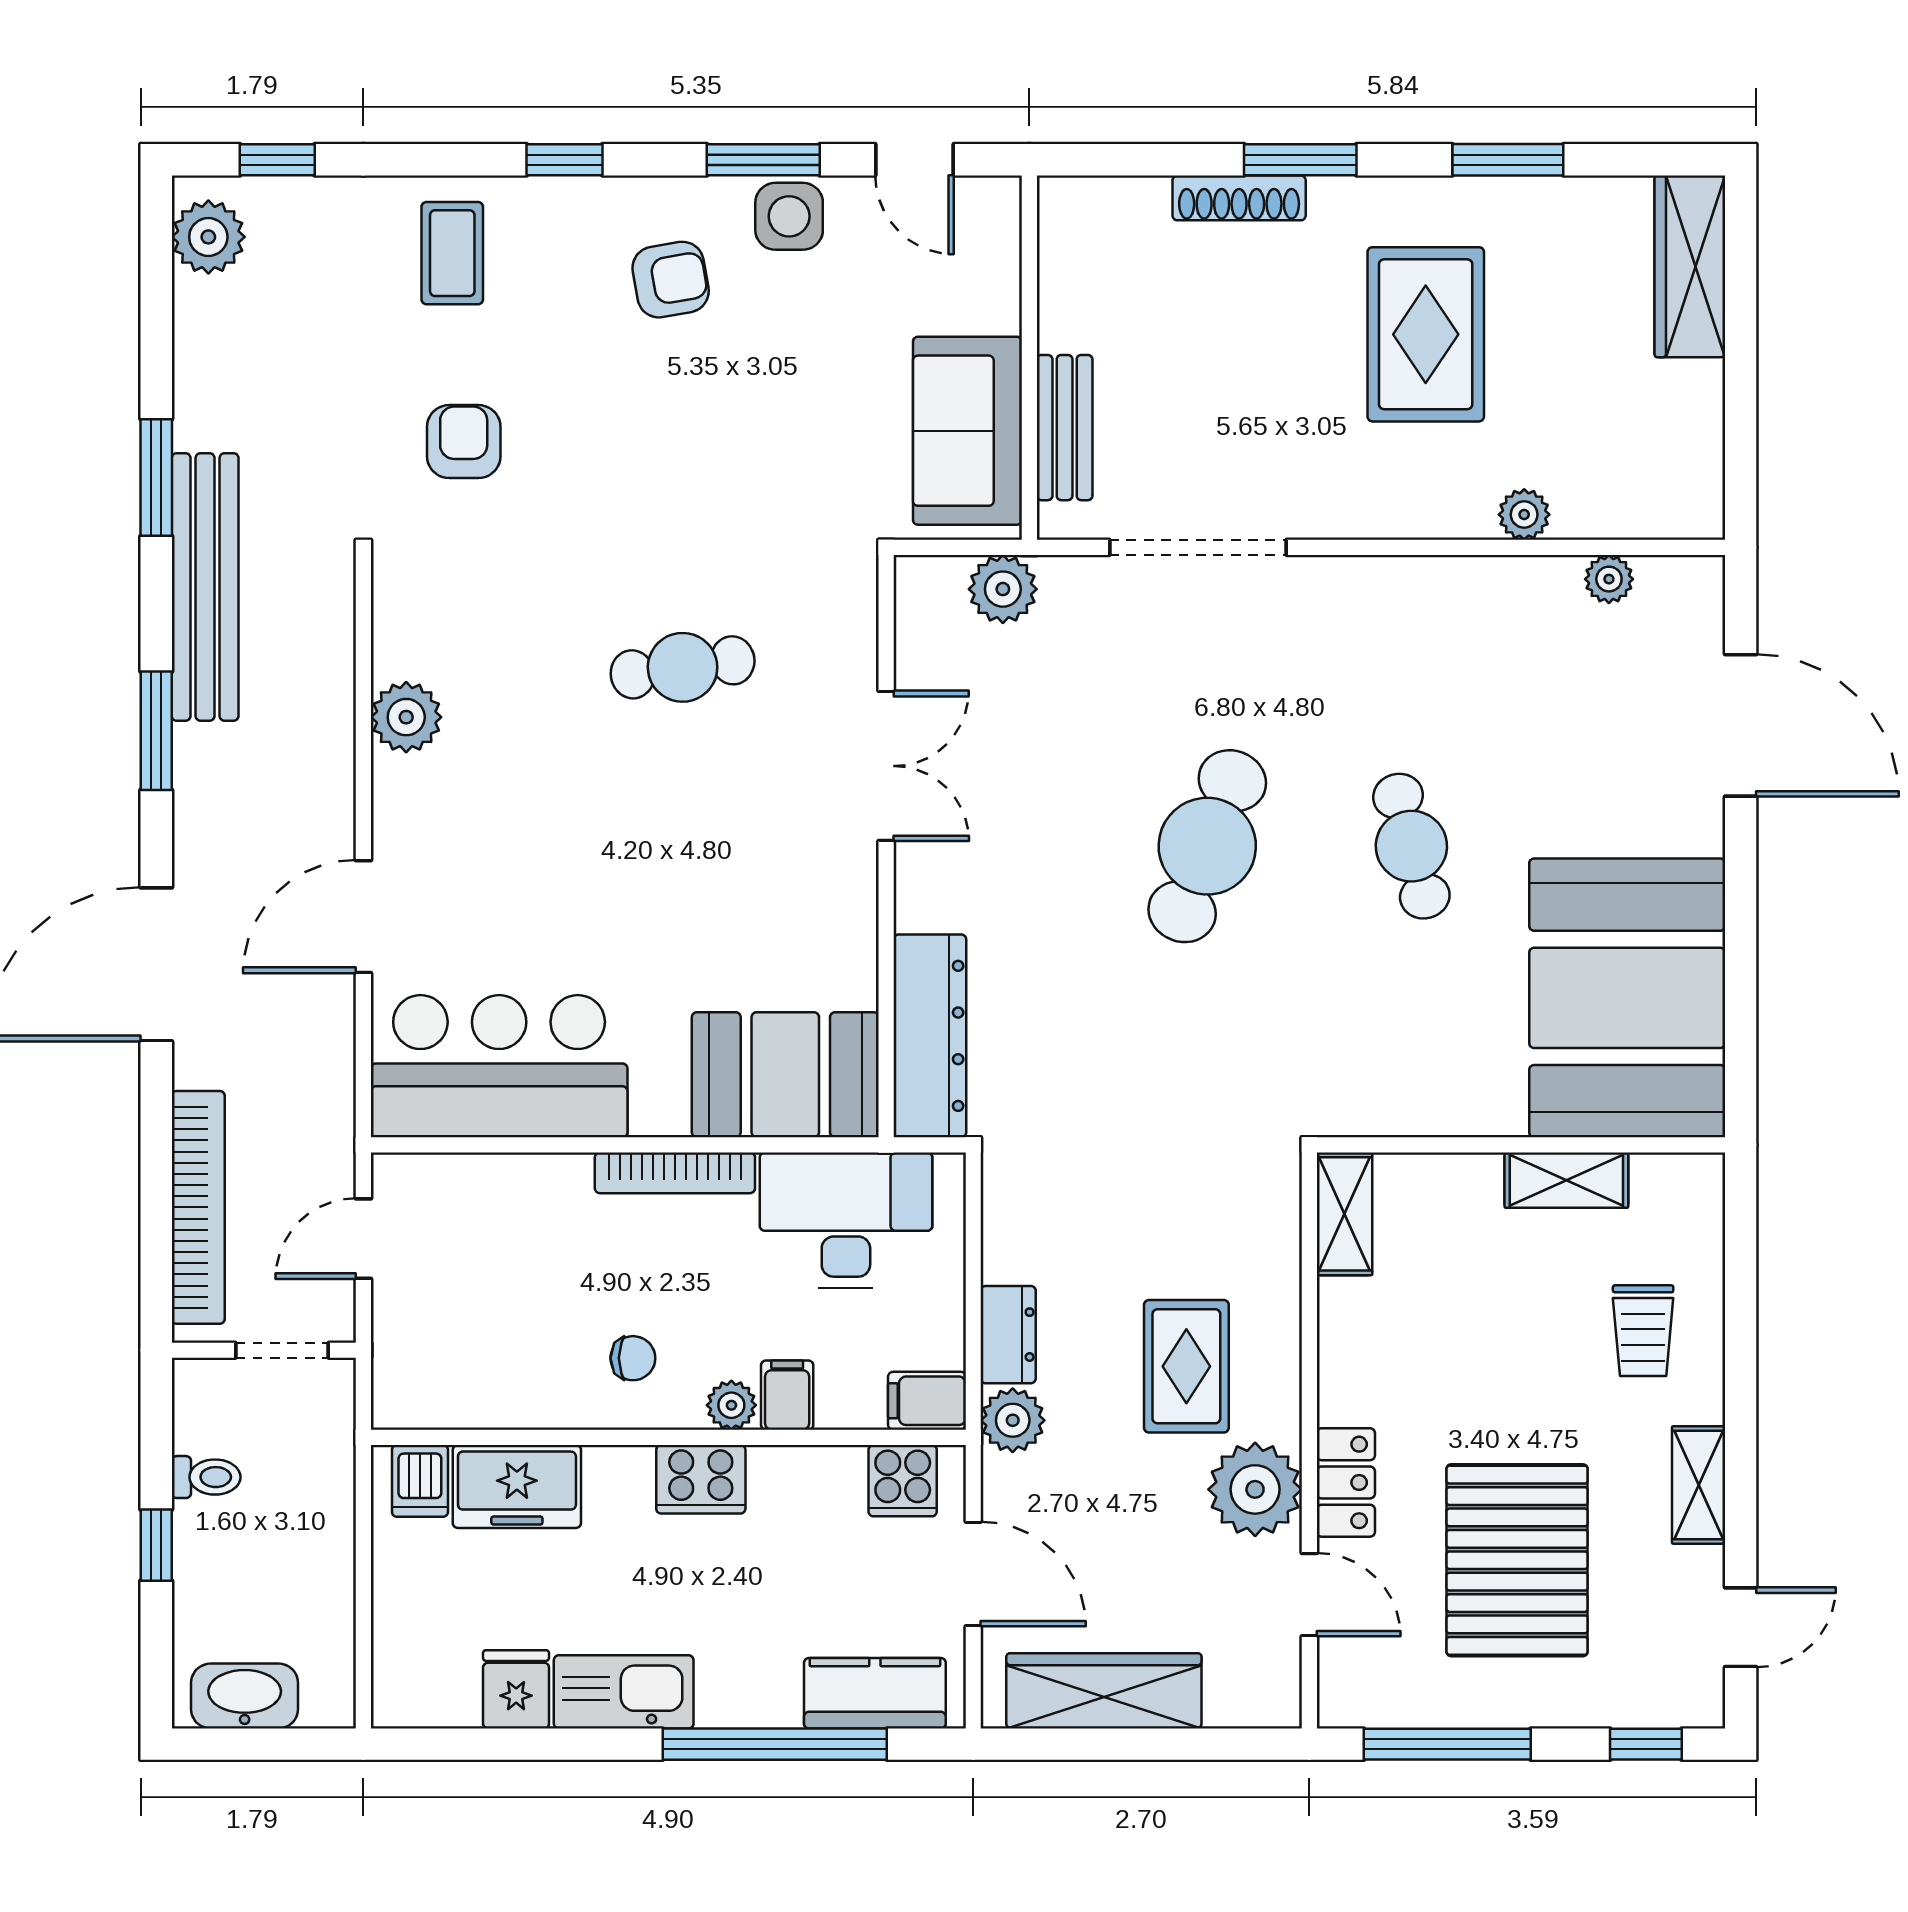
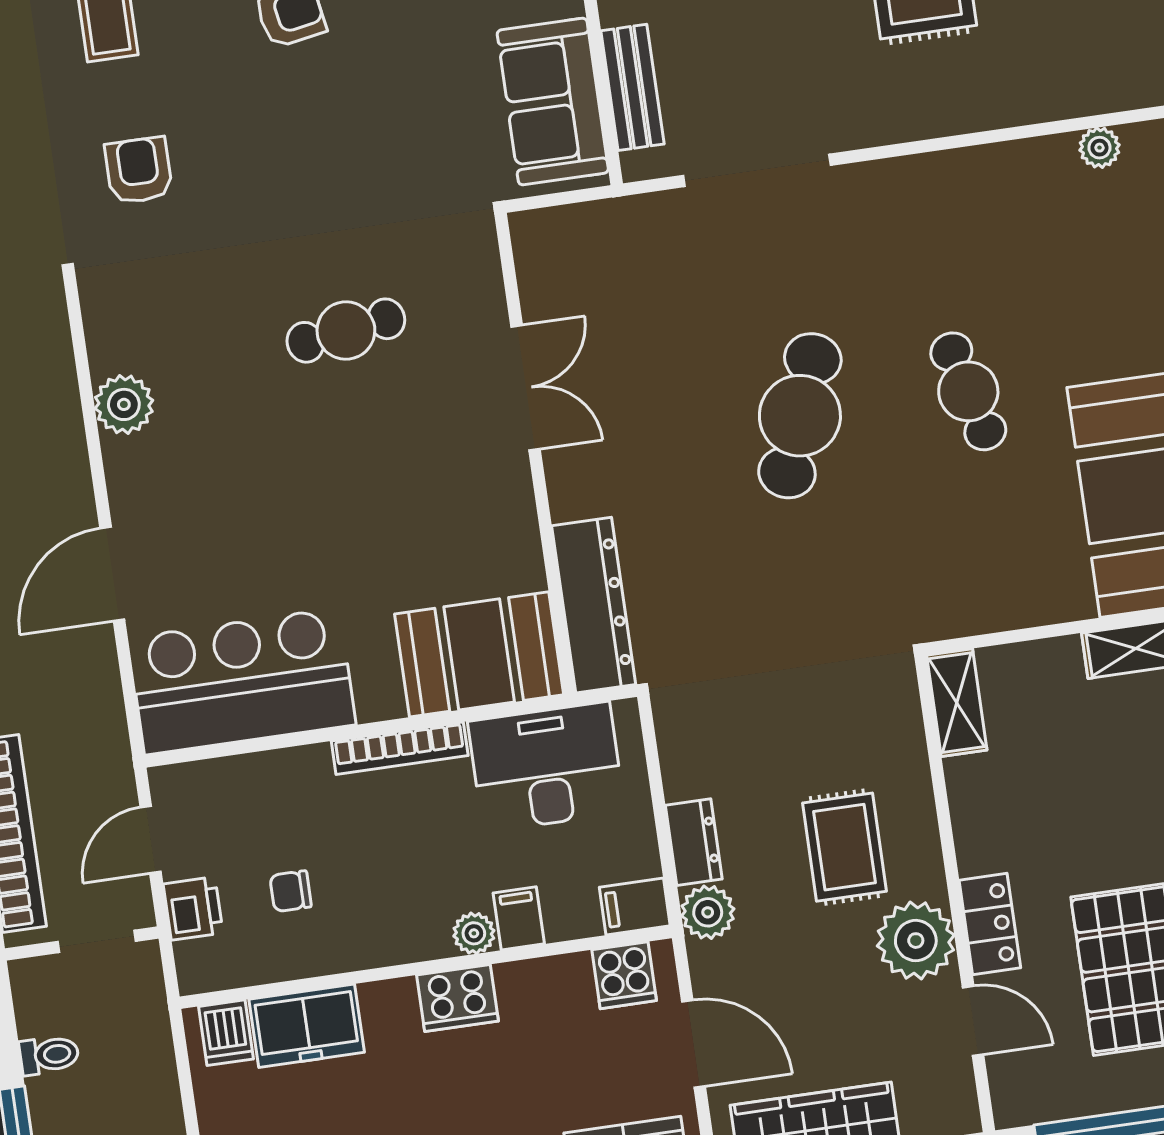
plant: (1524, 515) -> (1022, 104), removed
plant: (1003, 589) -> (601, 228), removed
printer: (402, 1328) -> (193, 908), added
chair: (633, 1358) -> (291, 891), moved, turned 180

